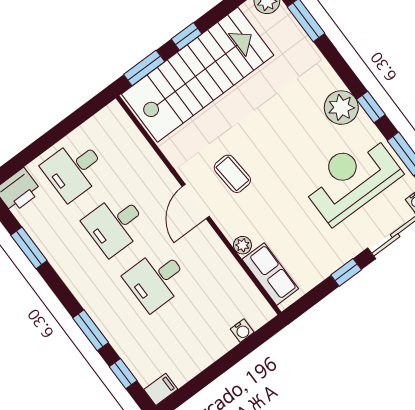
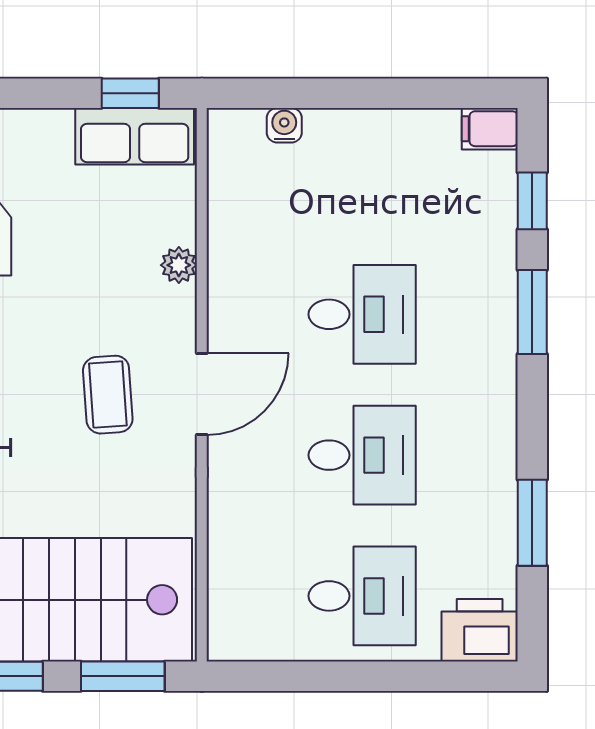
window: (346, 272) -> (130, 93), moved
row of seats: (270, 274) -> (135, 136), moved, turned -90

